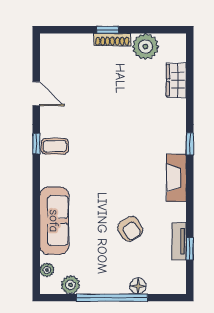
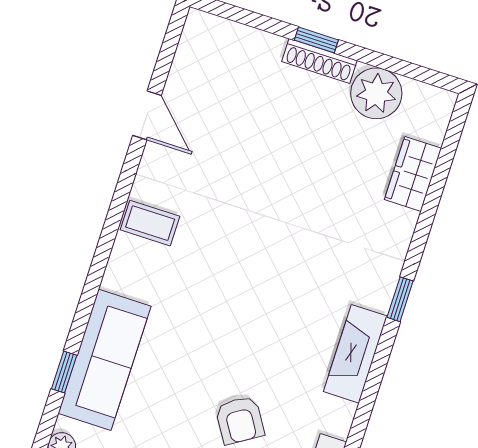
window: (36, 144) -> (64, 372), moved

